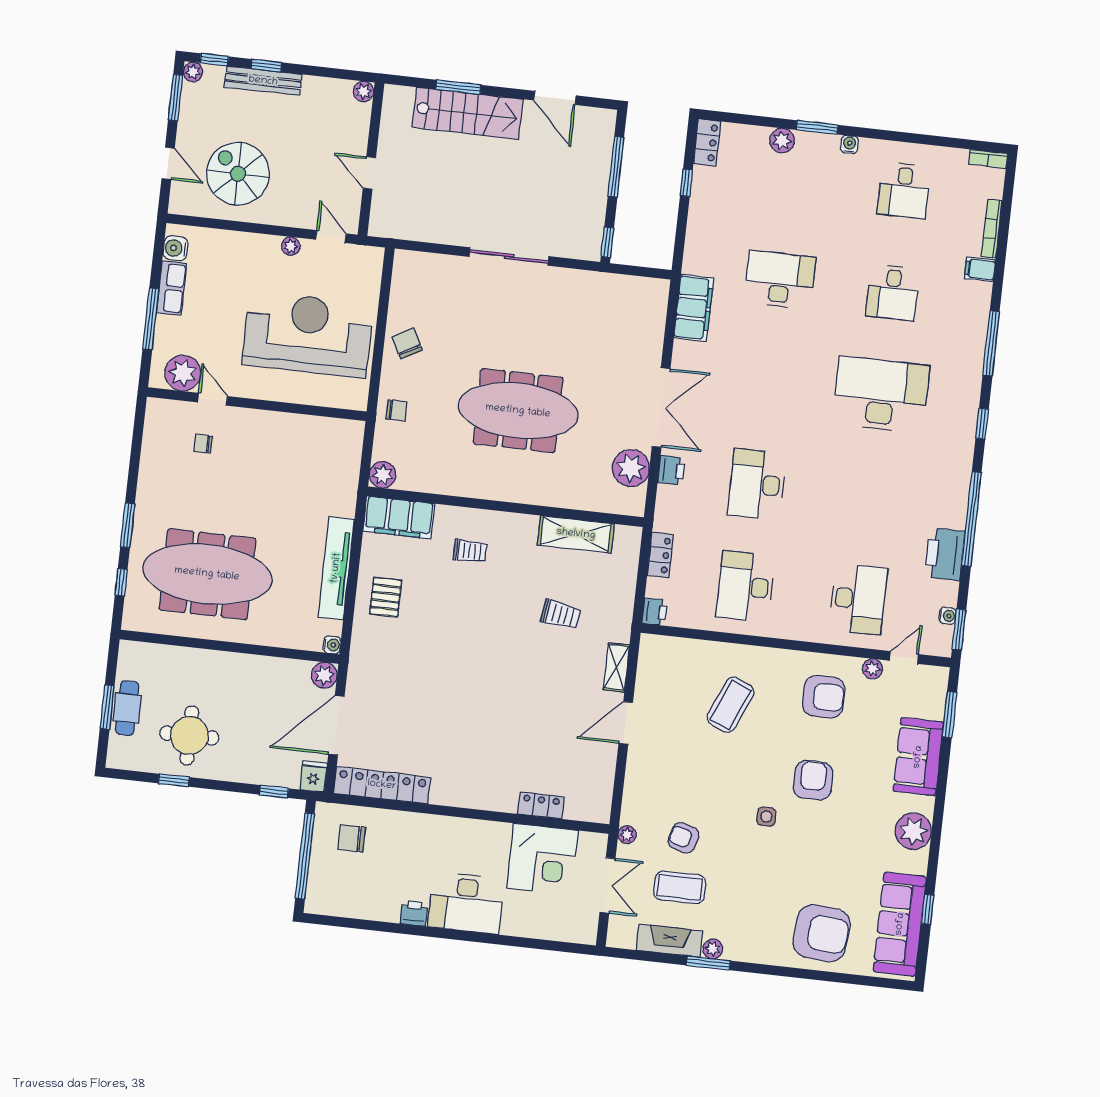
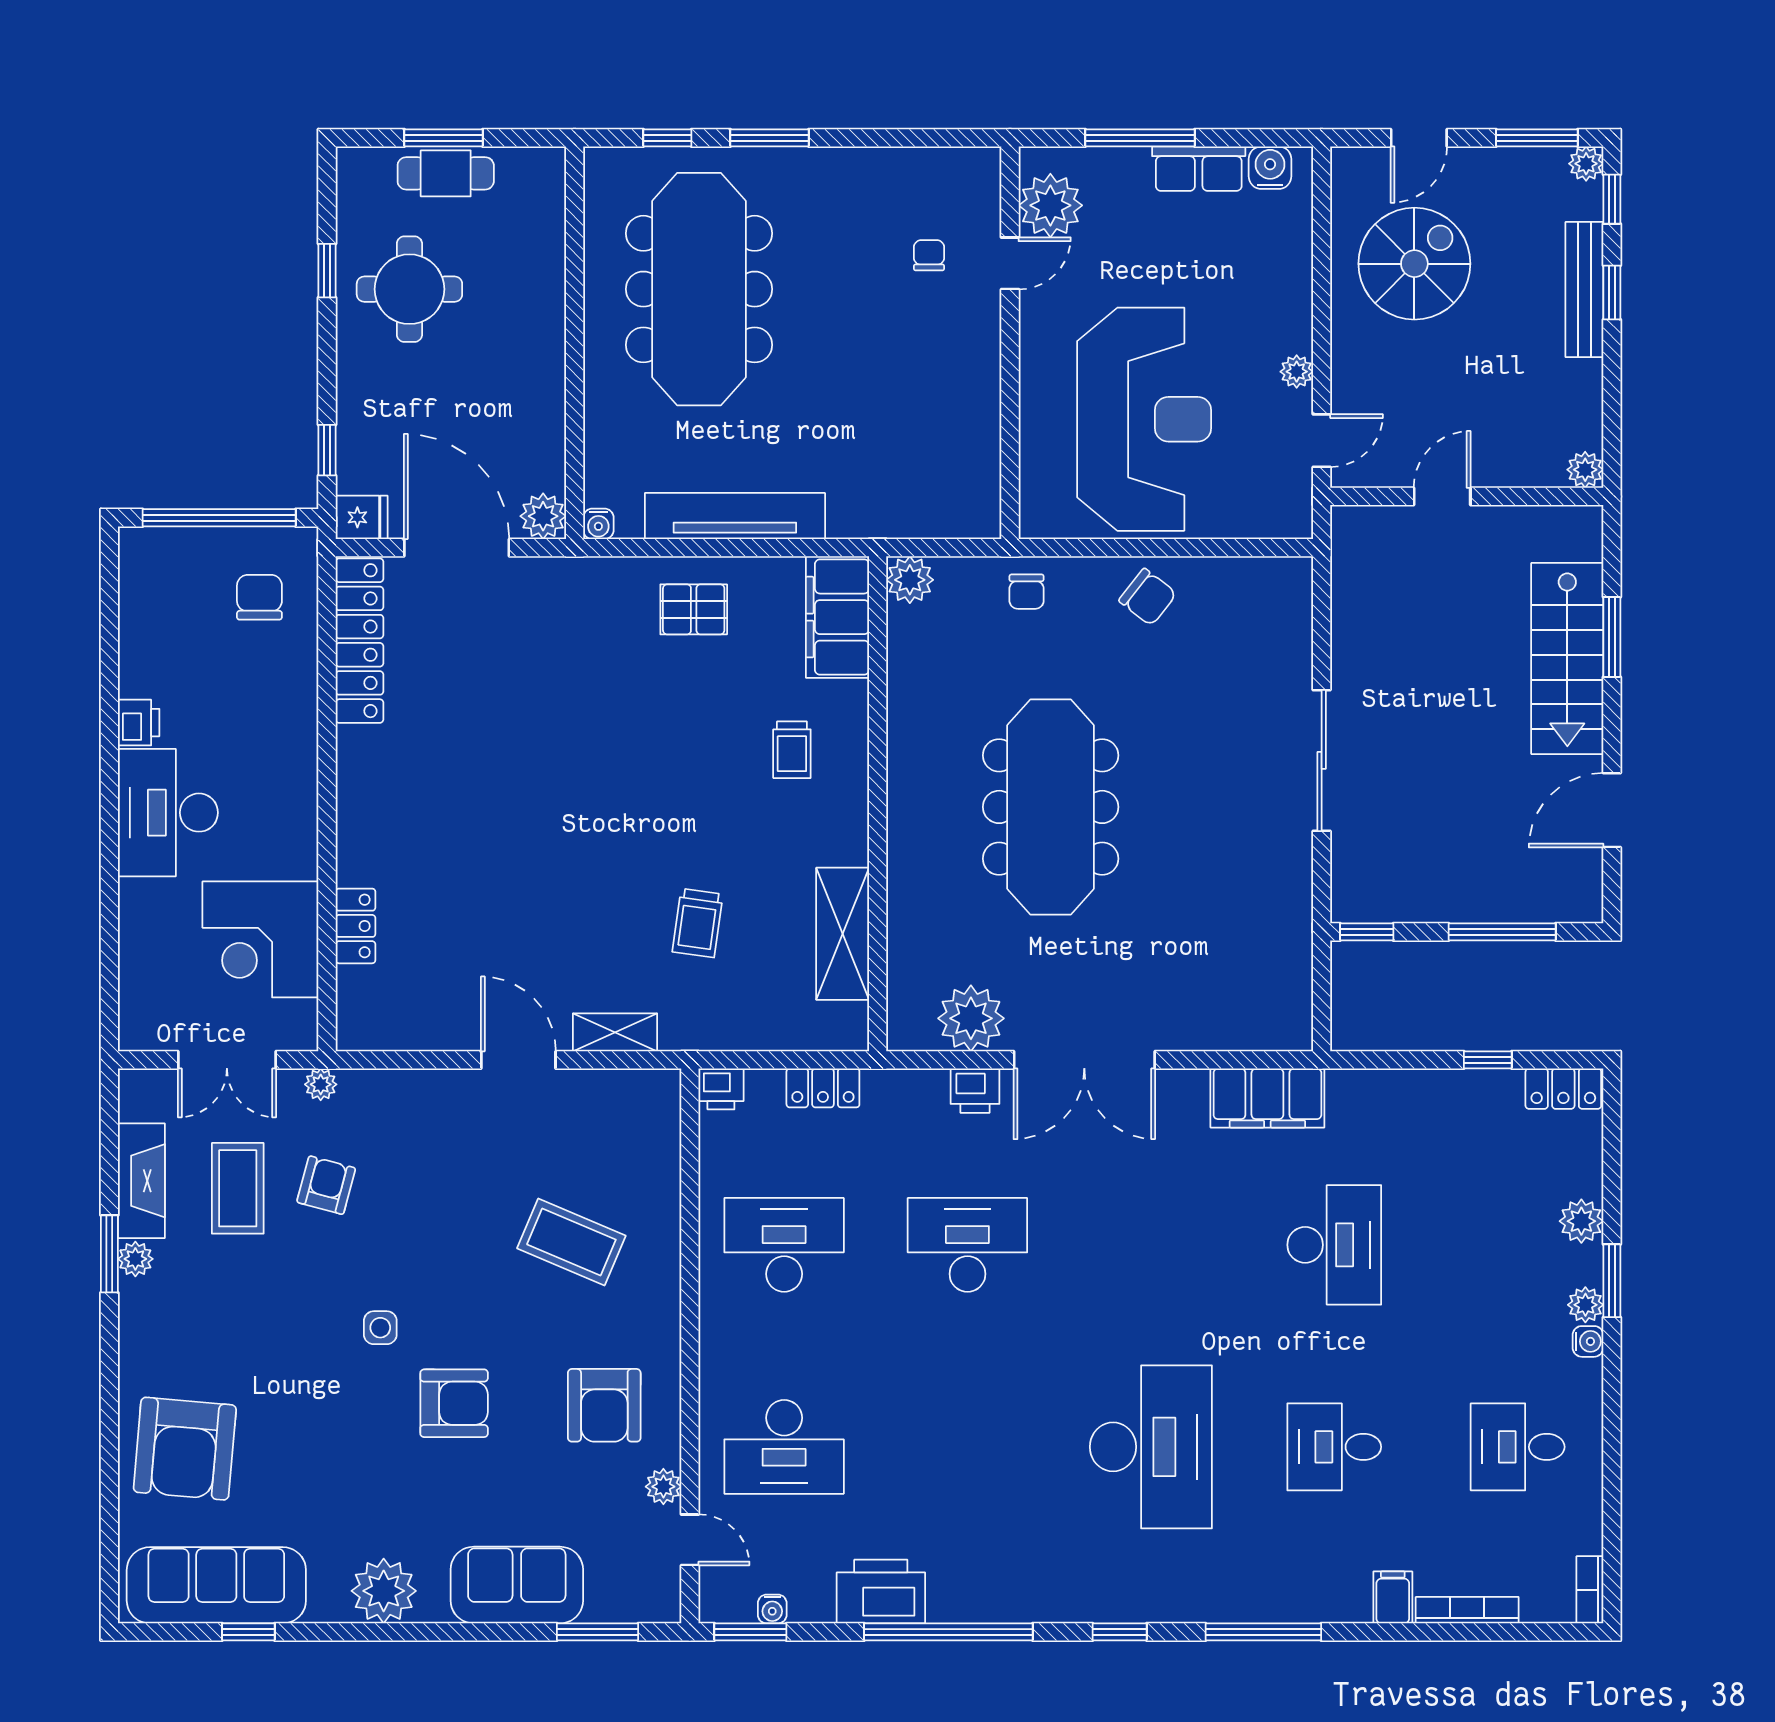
plant: (829, 144) -> (1585, 1305), added
chair: (407, 343) -> (1148, 597), turned 66

